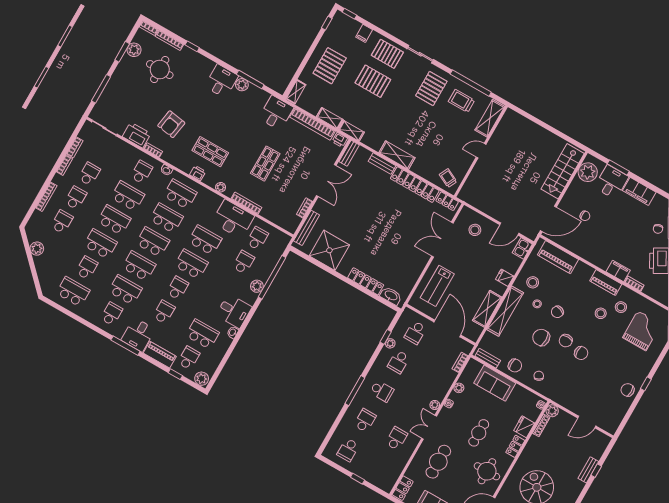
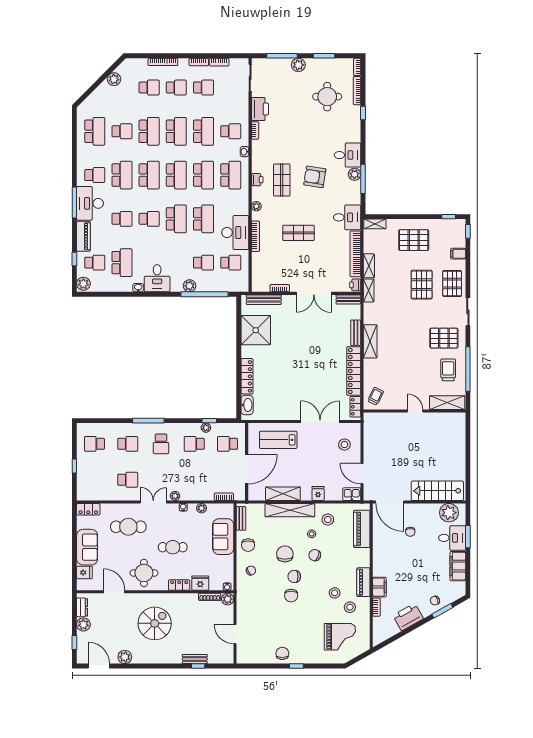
plant: (134, 50) -> (298, 65), moved
armchair: (171, 124) -> (315, 177), moved
desk: (138, 335) -> (90, 203), width x1.37

